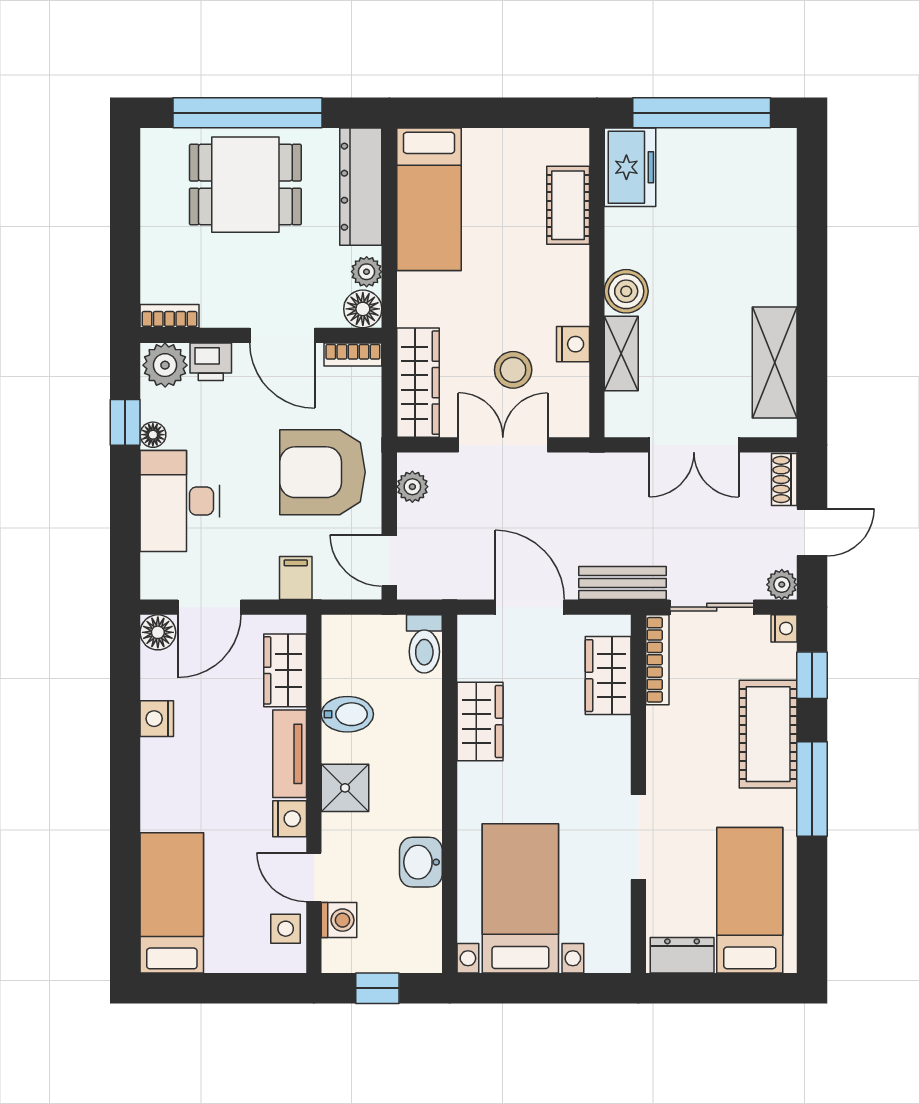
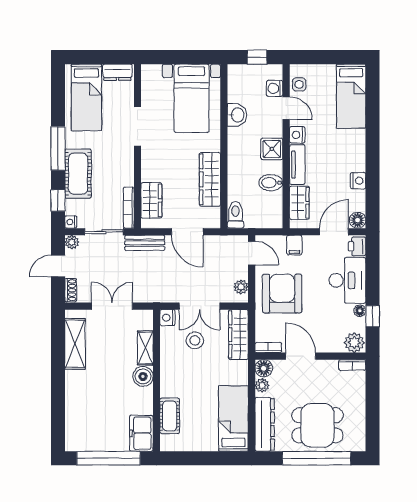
nightstand: (573, 344) -> (167, 318), moved
printer: (211, 362) -> (357, 246), moved, turned -90
armchair: (323, 472) -> (282, 294), turned -90
wardrobe: (480, 721) -> (210, 179), width x1.50

